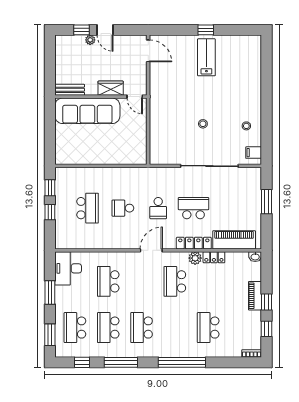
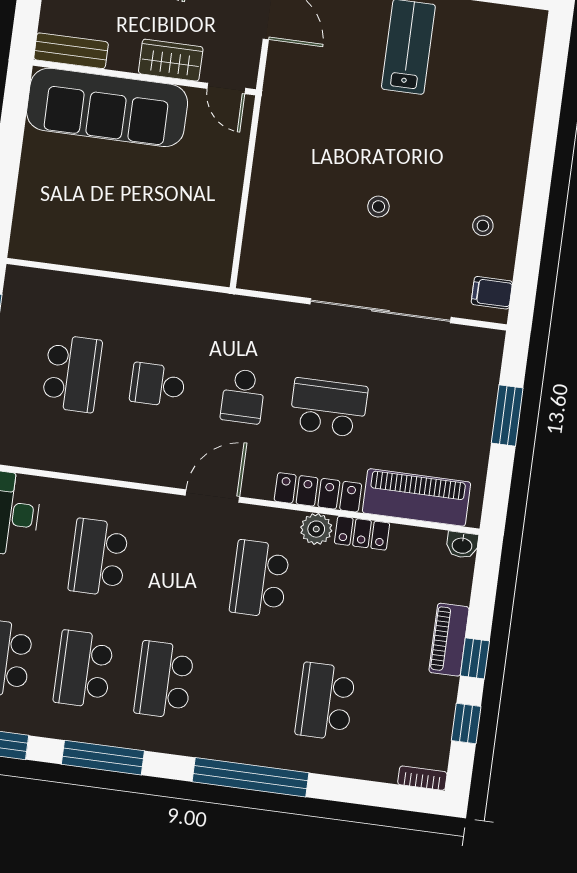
wardrobe: (111, 88) -> (171, 60), moved
bench: (70, 90) -> (71, 51), moved
wall: (101, 97) -> (144, 78), moved
door: (135, 97) -> (226, 88), moved
sofa: (87, 111) -> (107, 107), moved

